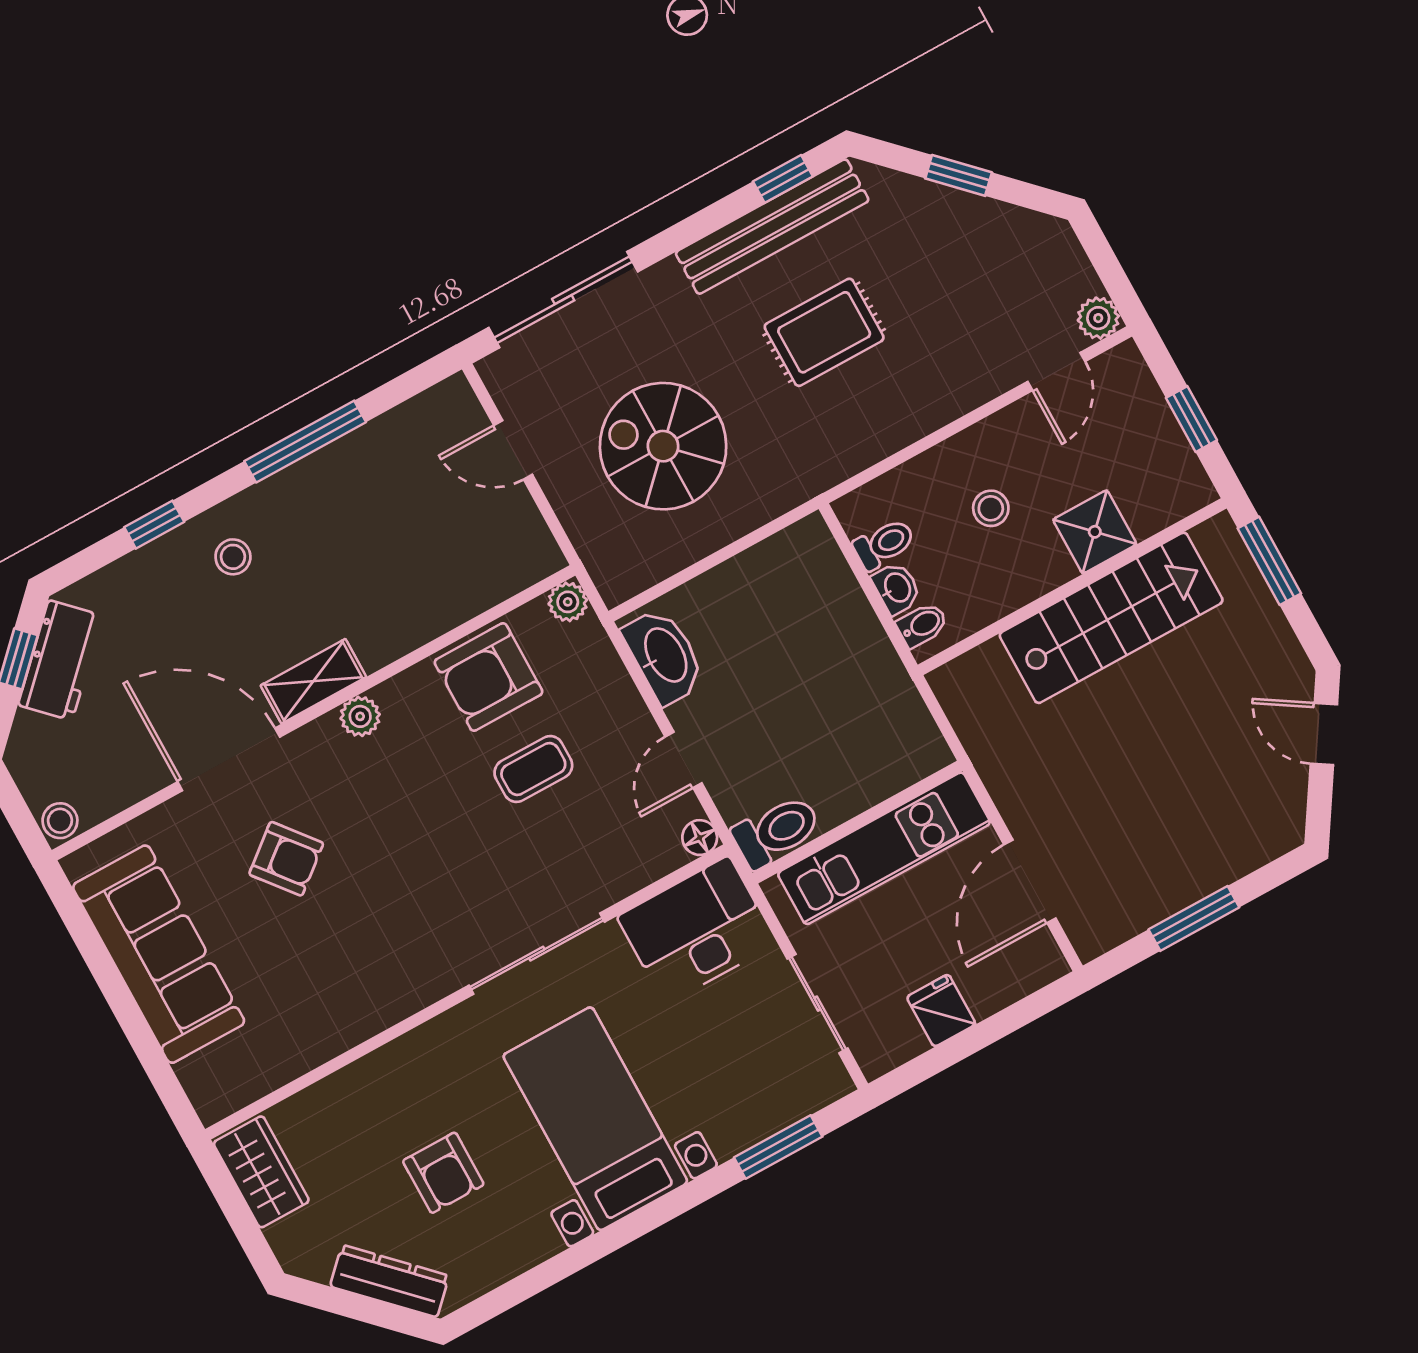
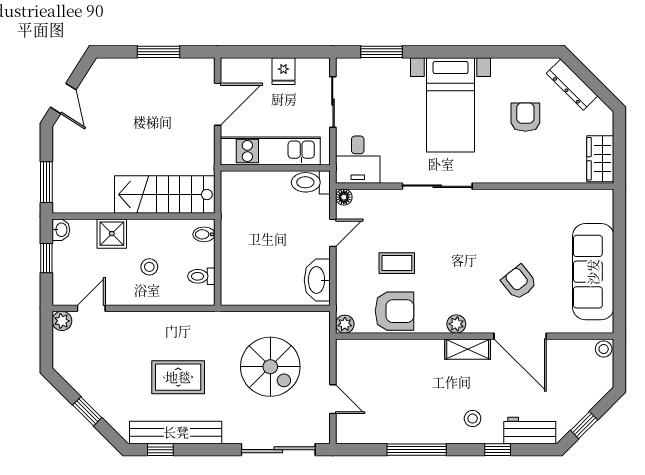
washbasin: (897, 588) -> (61, 230), moved, turned 180
stairs: (1111, 618) -> (165, 194), moved
workbench: (60, 660) -> (530, 431), moved, turned 45
desk: (697, 930) -> (358, 160), width x0.73

